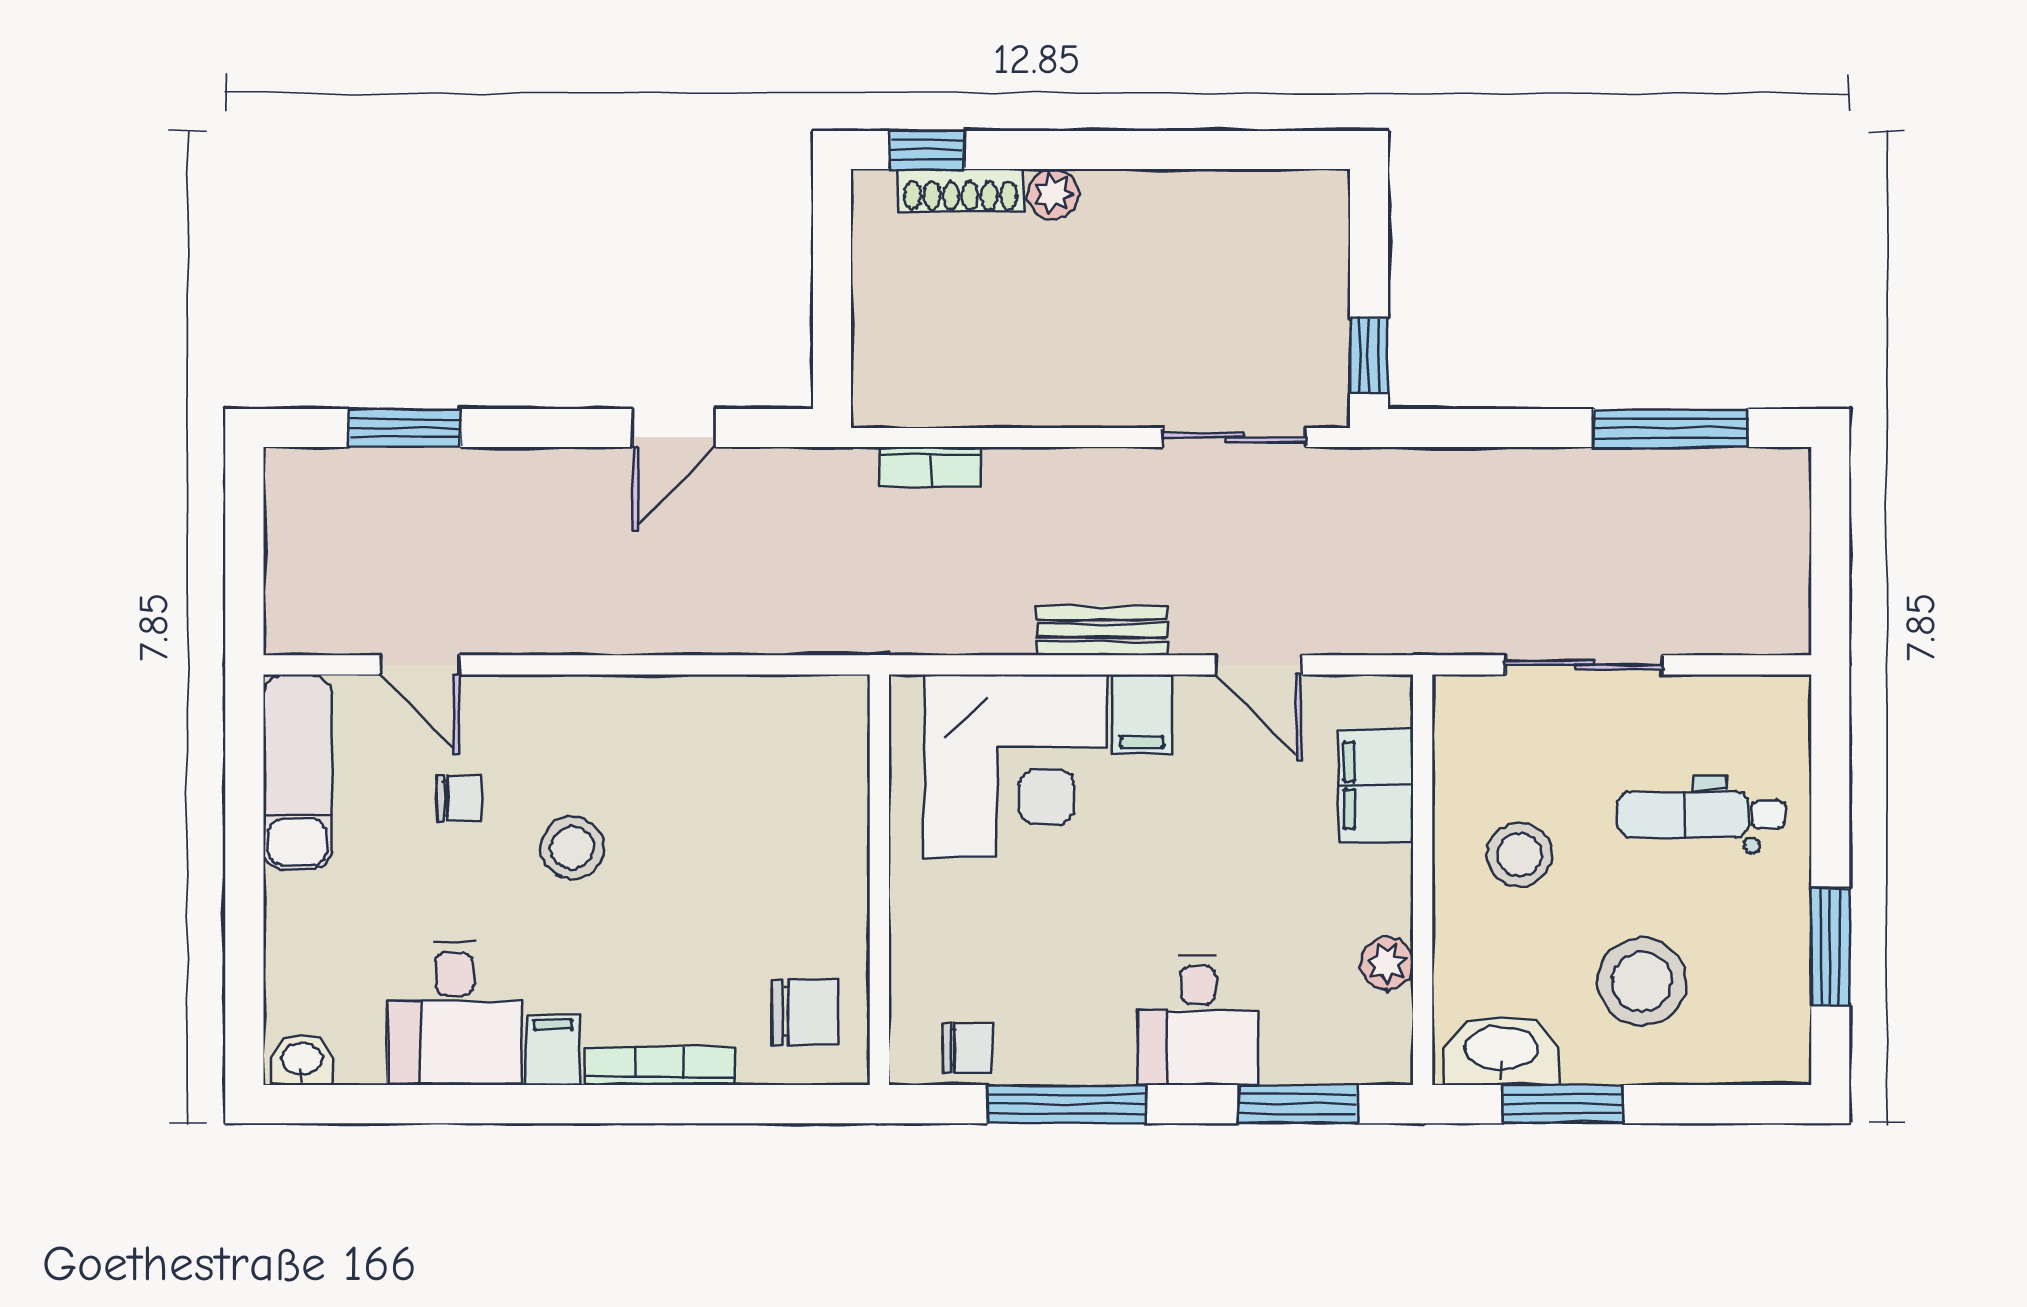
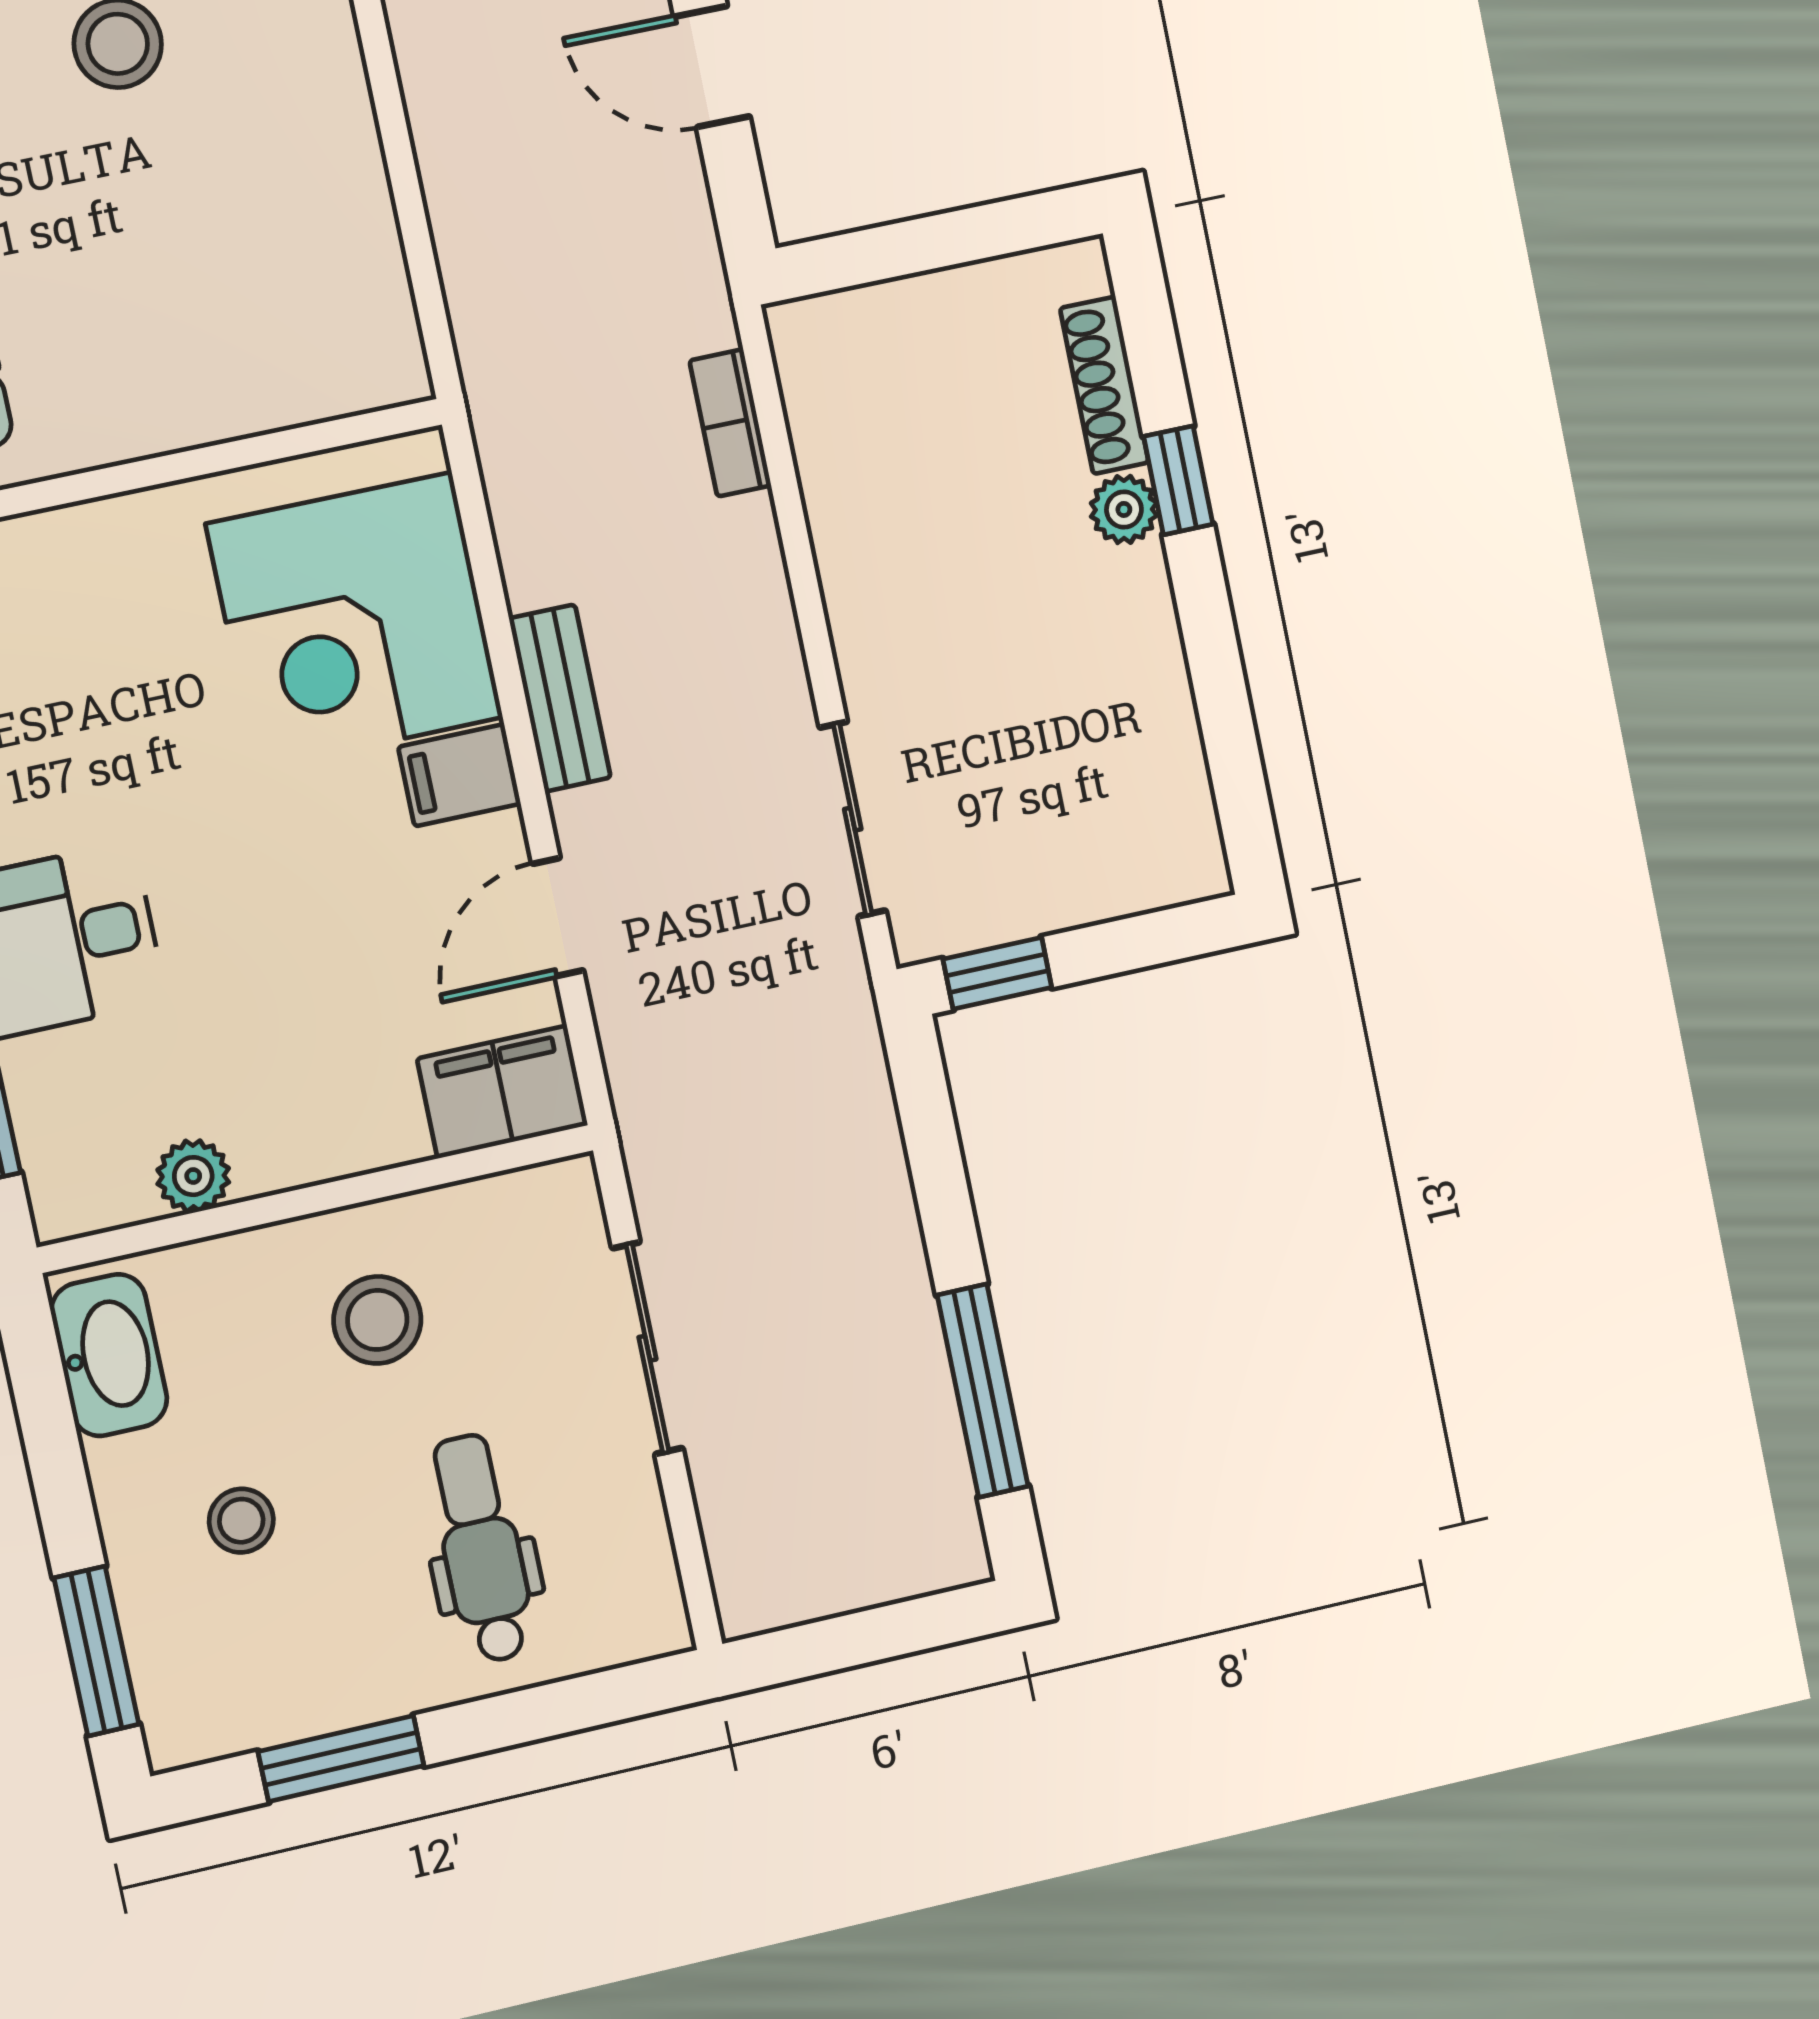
window: (927, 150) -> (1178, 480), moved
filing cabinet: (1376, 785) -> (502, 1092), moved
stool: (1642, 982) -> (241, 1521), width x0.53, depth x0.53
window: (1562, 1104) -> (96, 1651), moved

